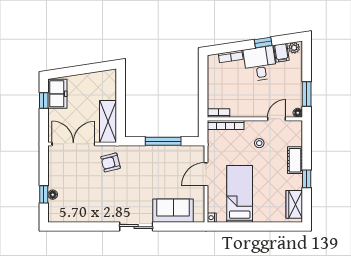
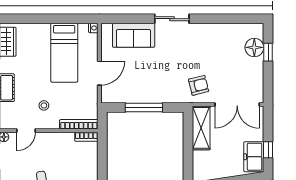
floor lamp: (53, 195) -> (254, 47), width x1.89, depth x1.89

